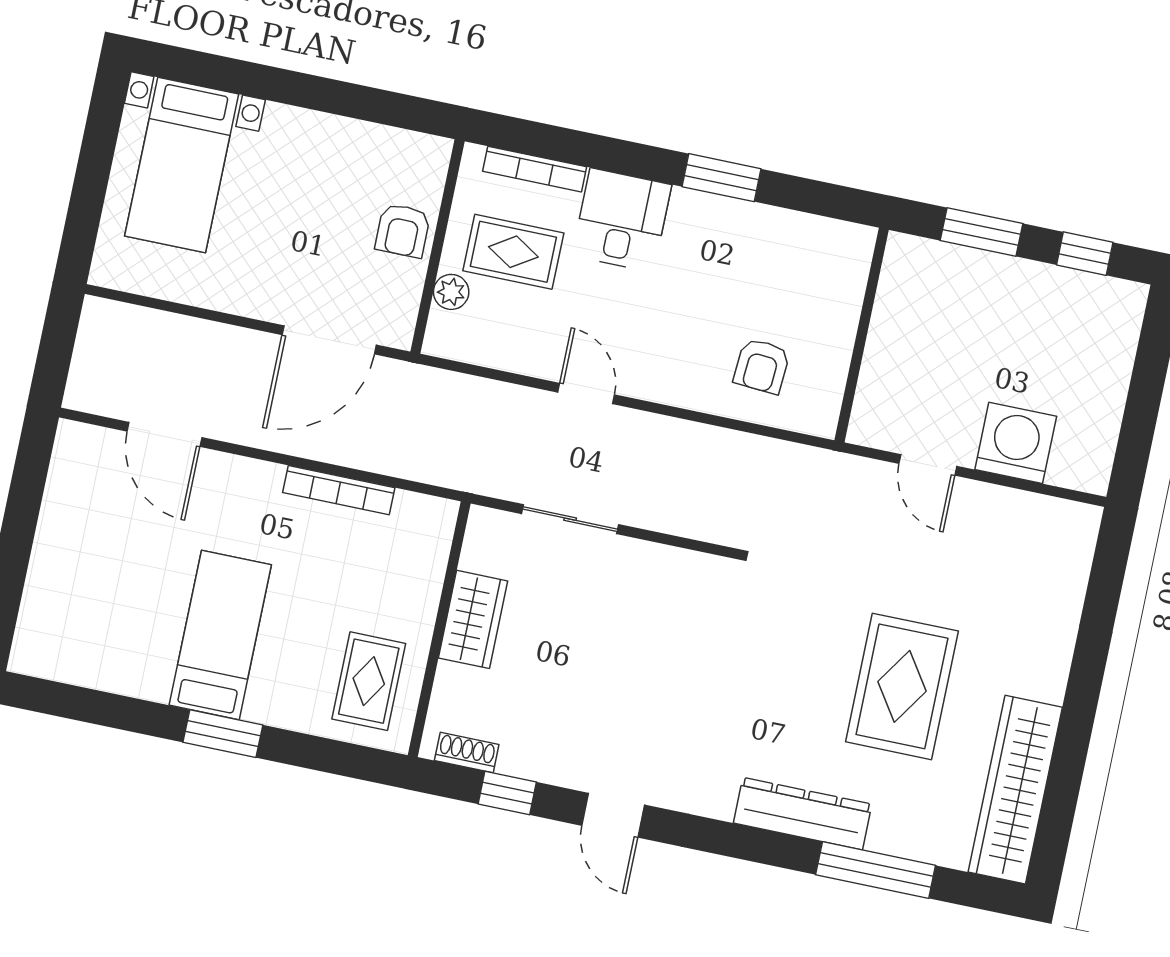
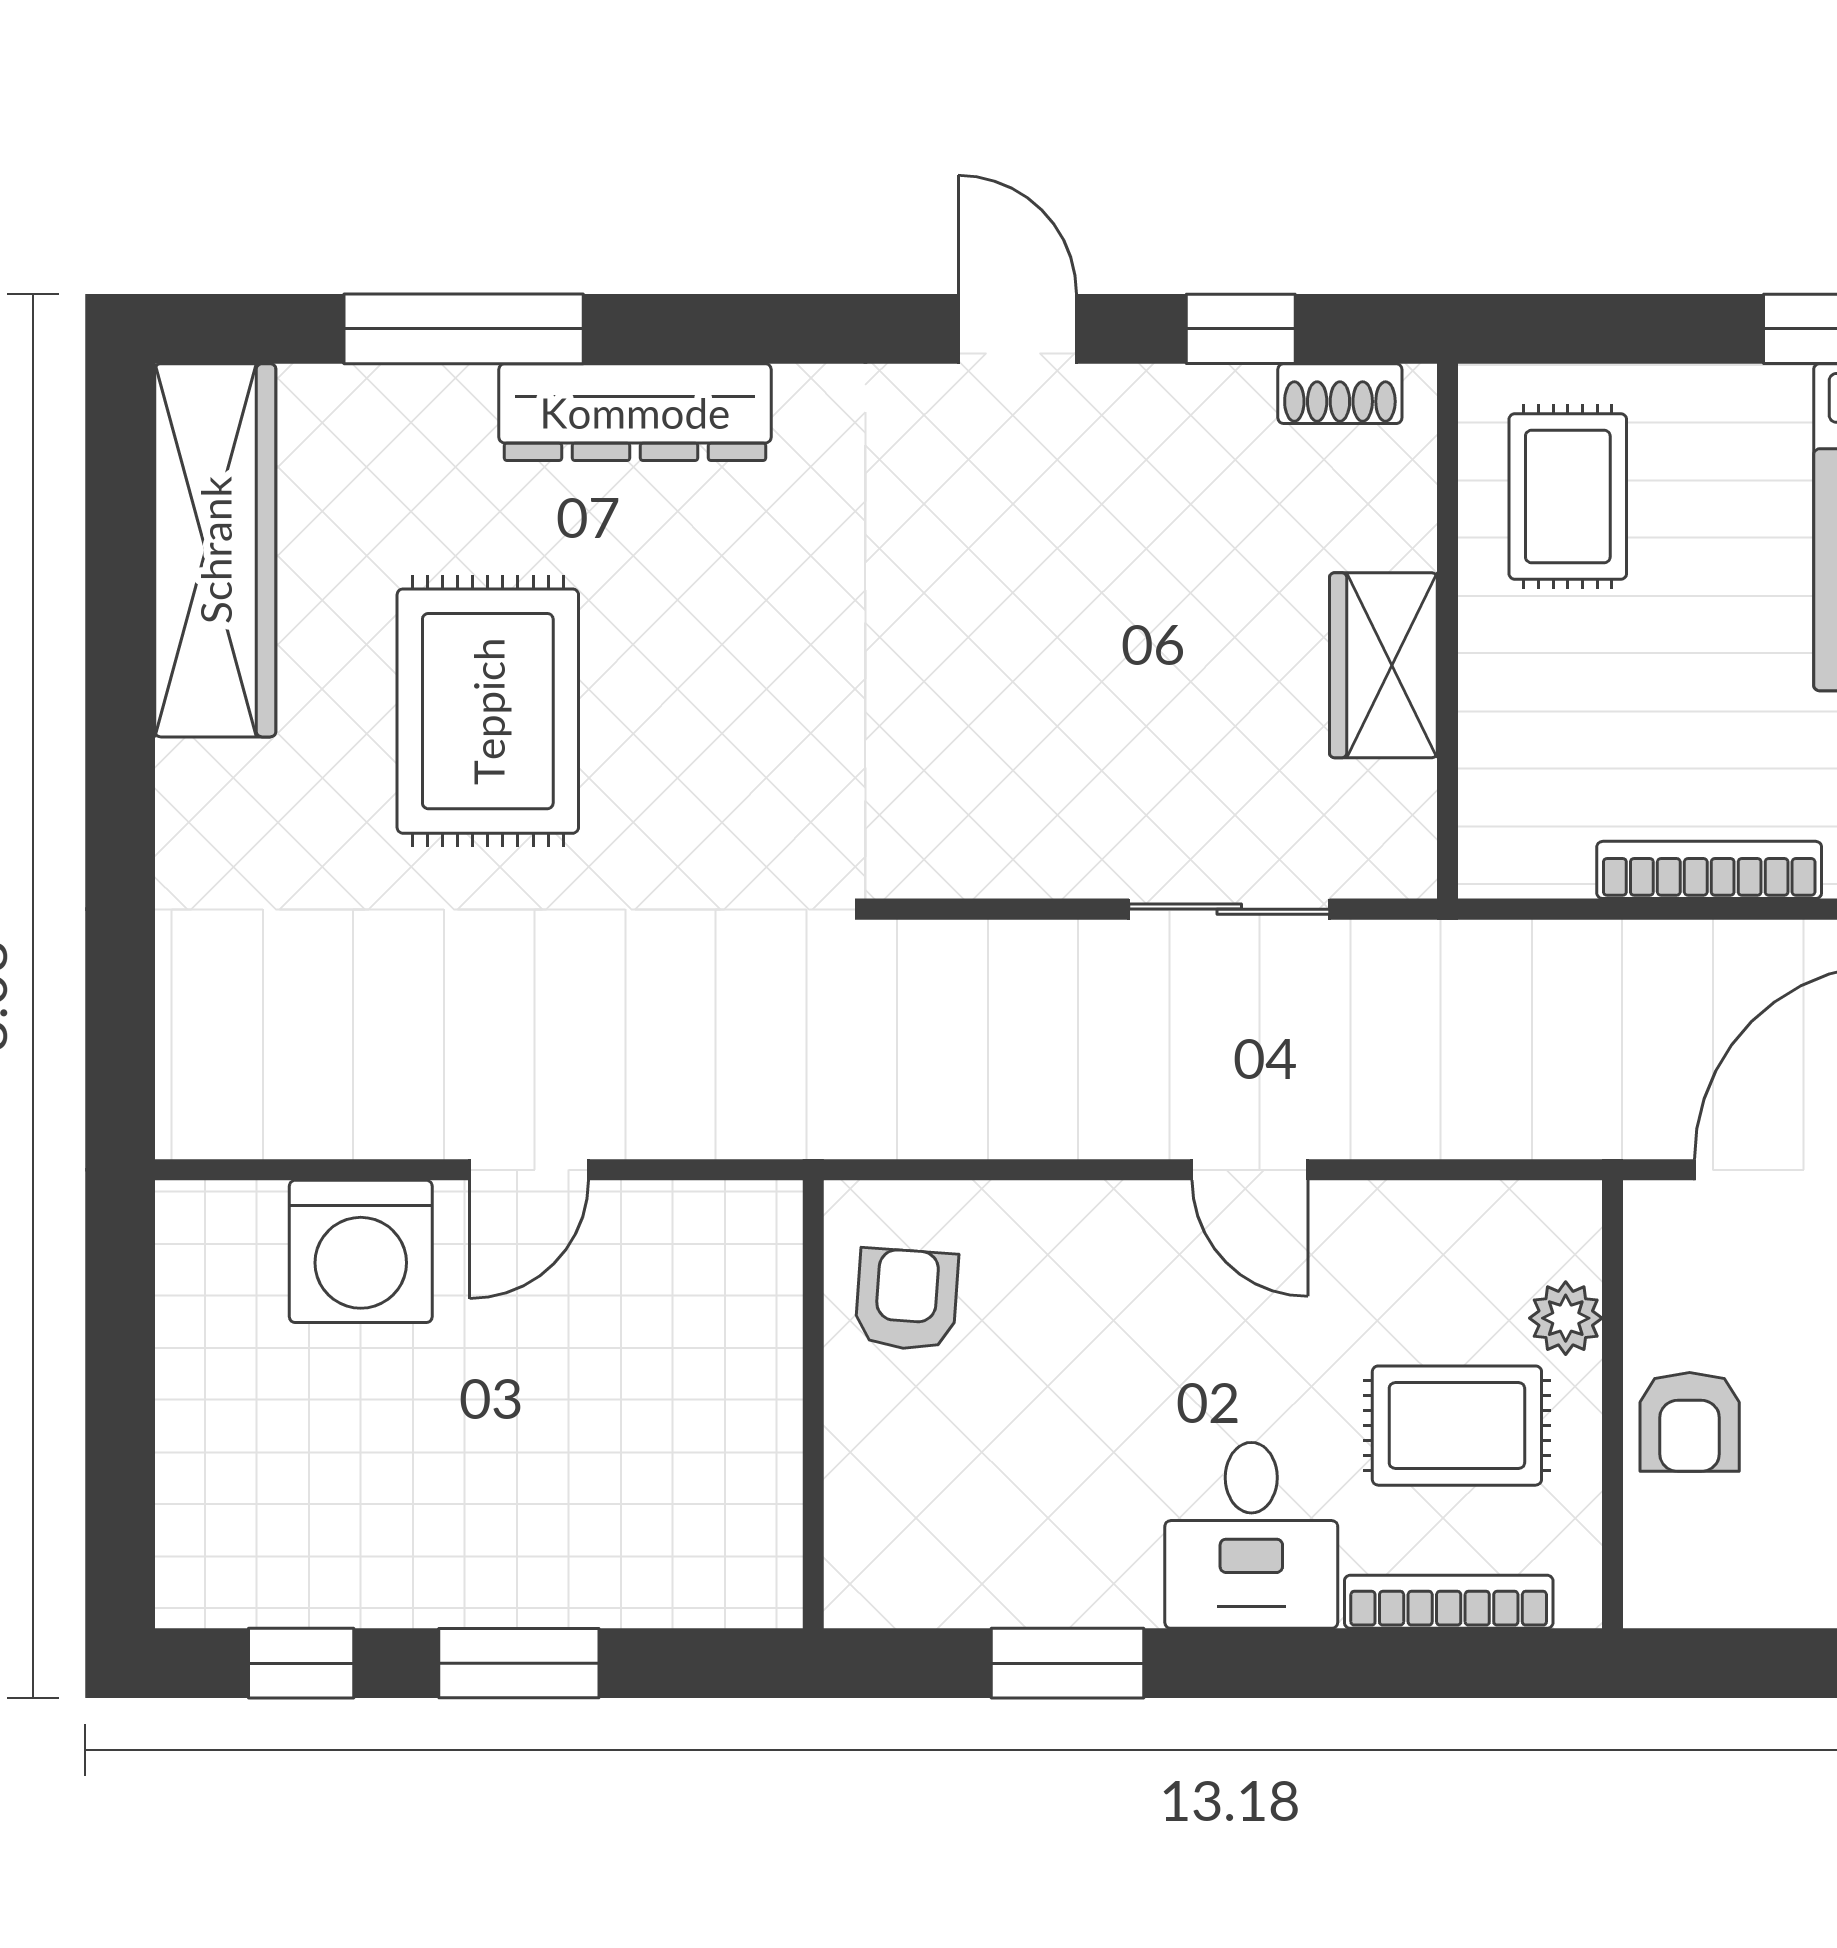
armchair: (403, 230) -> (1690, 1422), turned 180
wall: (862, 335) -> (813, 1404), moved
door: (928, 465) -> (529, 1170), swing flipped

